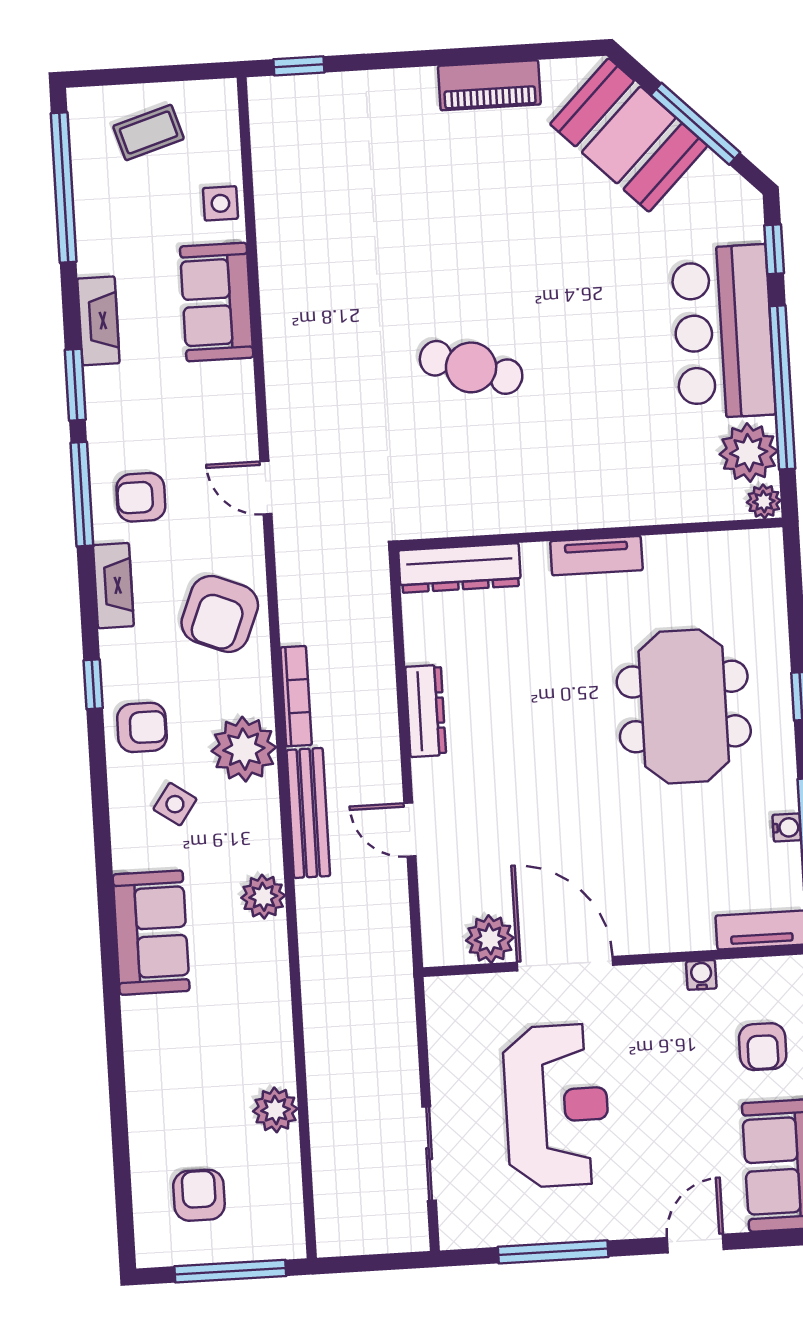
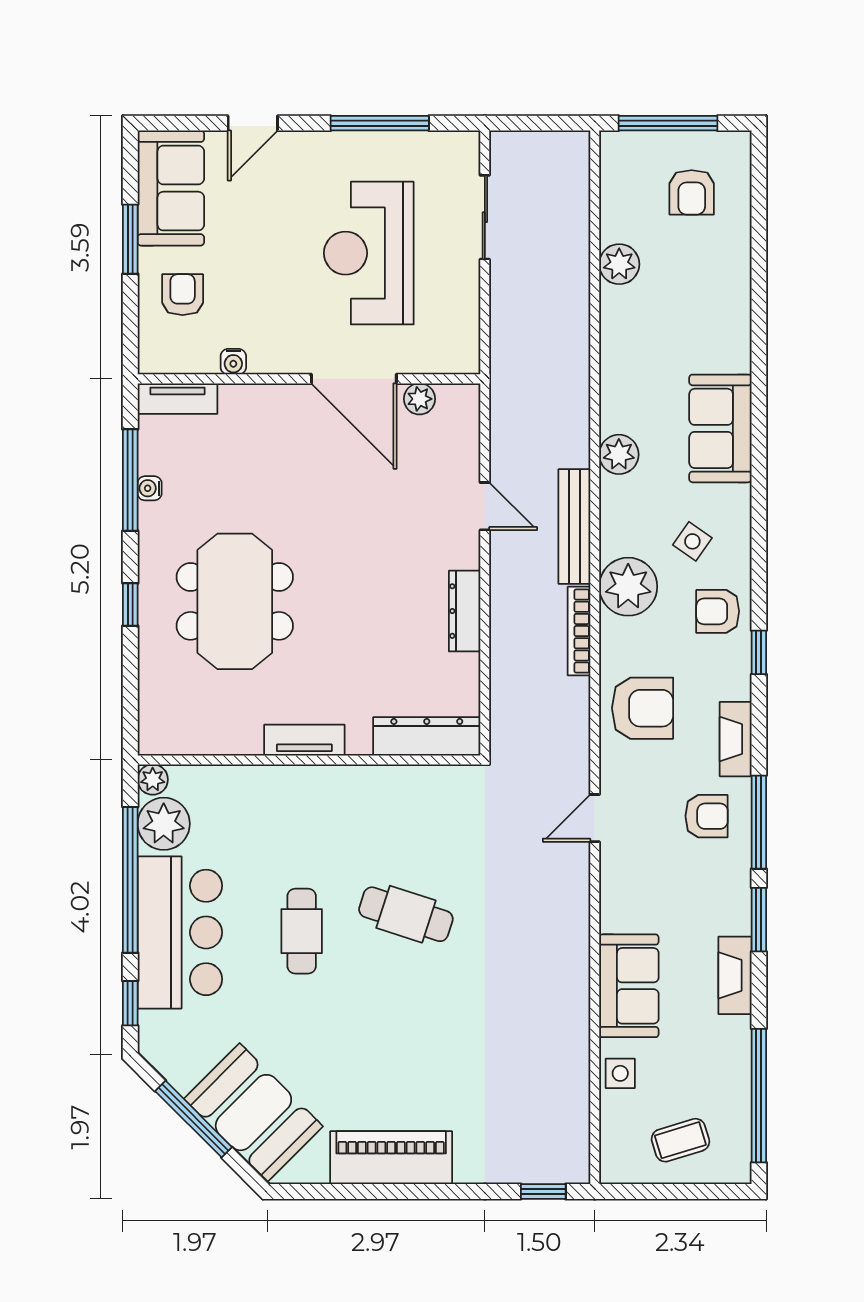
piano: (489, 85) -> (391, 1158), width x1.37, depth x1.33
cafe table: (587, 341) -> (302, 931), added
door: (266, 488) -> (595, 818), swing flipped
armchair: (220, 614) -> (643, 708), turned 68
plant: (490, 939) -> (419, 399), width x0.73, depth x0.73

